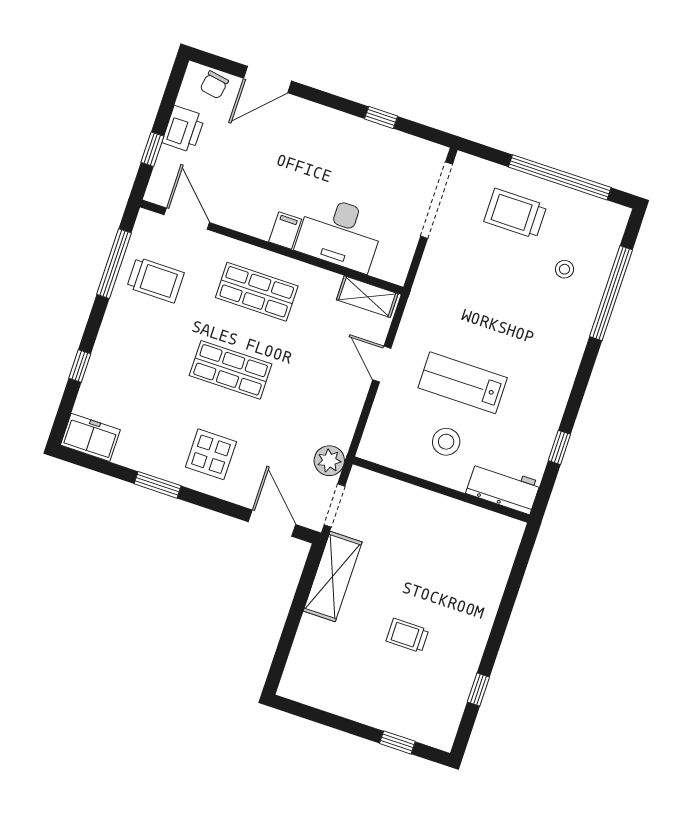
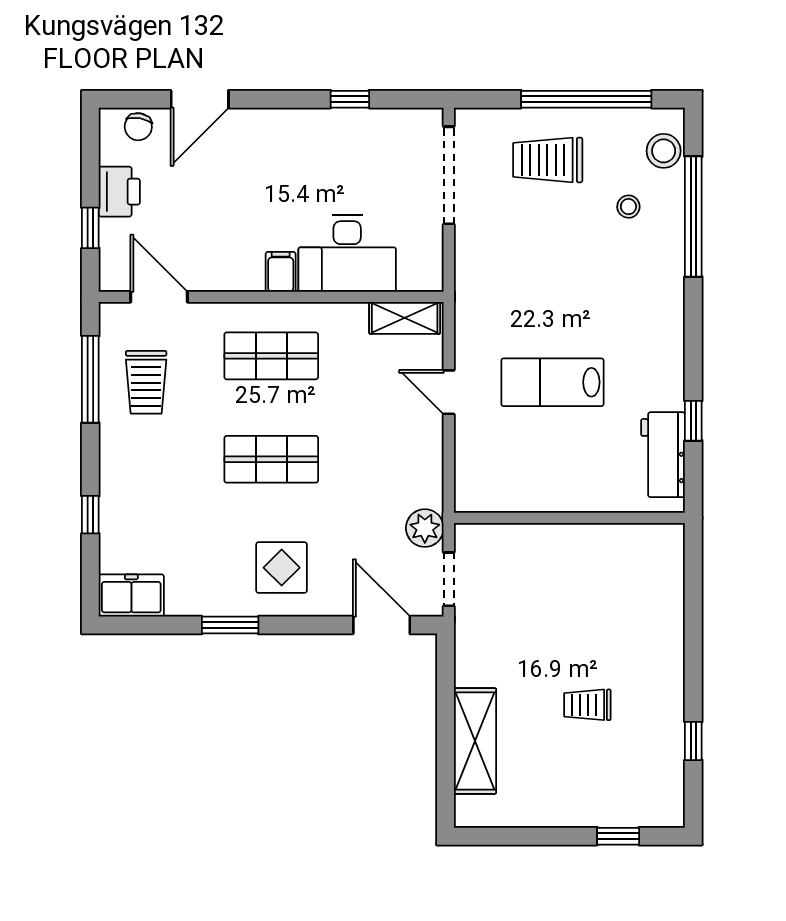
trolley: (155, 280) -> (146, 382), turned 90
stool: (446, 442) -> (664, 151), moved
workbench: (503, 488) -> (663, 455), moved, turned -90
shelving: (333, 577) -> (475, 741), moved

